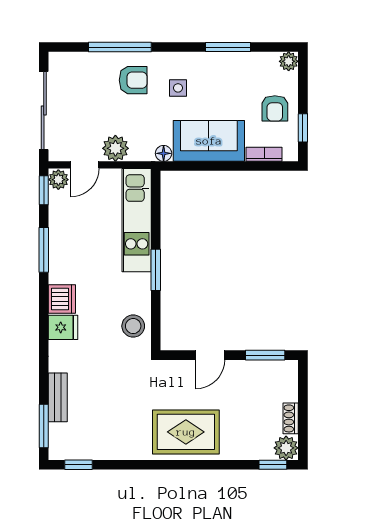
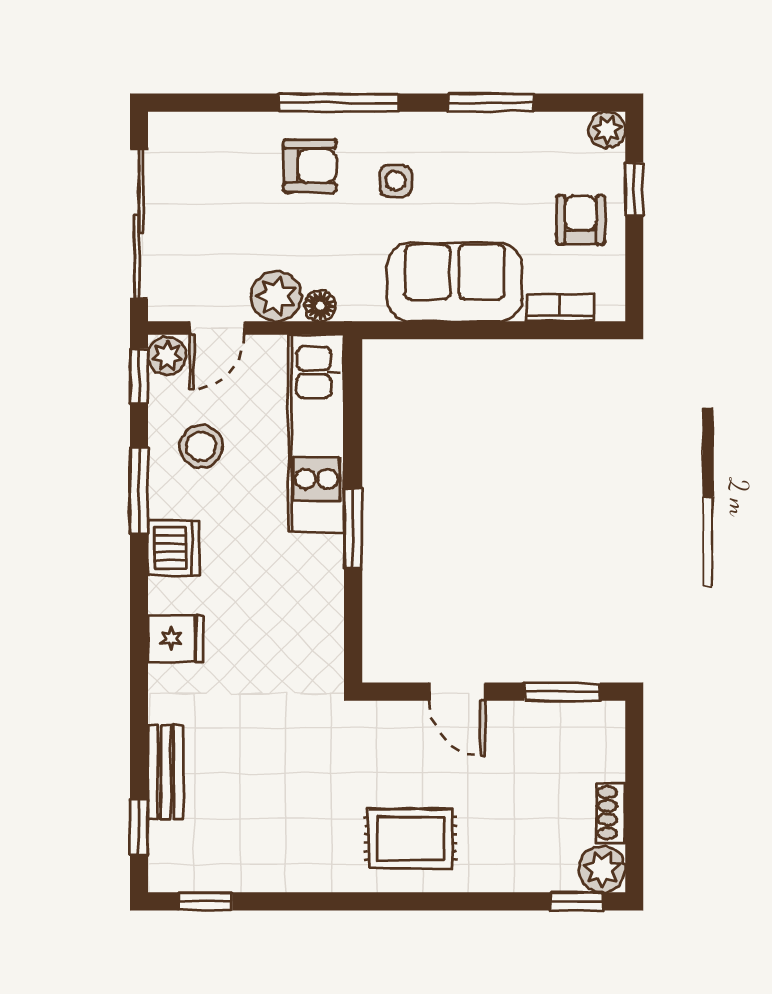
window: (120, 47) -> (339, 103), moved
armchair: (275, 108) -> (581, 220), turned 180
window: (303, 128) -> (634, 190), moved
floor lamp: (164, 153) -> (320, 306), moved
dishwasher: (62, 299) -> (174, 548), moved
stool: (133, 326) -> (201, 446), moved
door: (210, 355) -> (457, 692), hinge flipped
window: (44, 426) -> (139, 827), width x0.67
rug: (186, 432) -> (411, 839), width x0.73, depth x0.70

